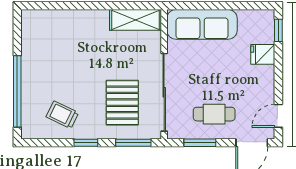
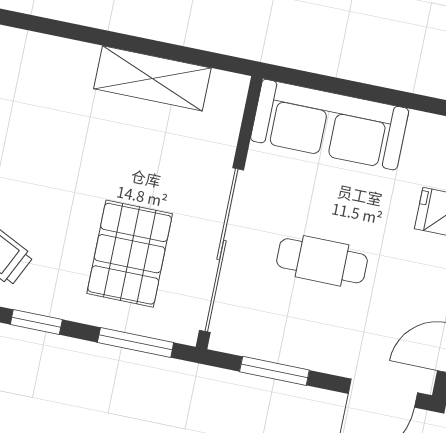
shelving: (135, 20) -> (152, 78), moved
cafe table: (214, 114) -> (322, 261), moved

